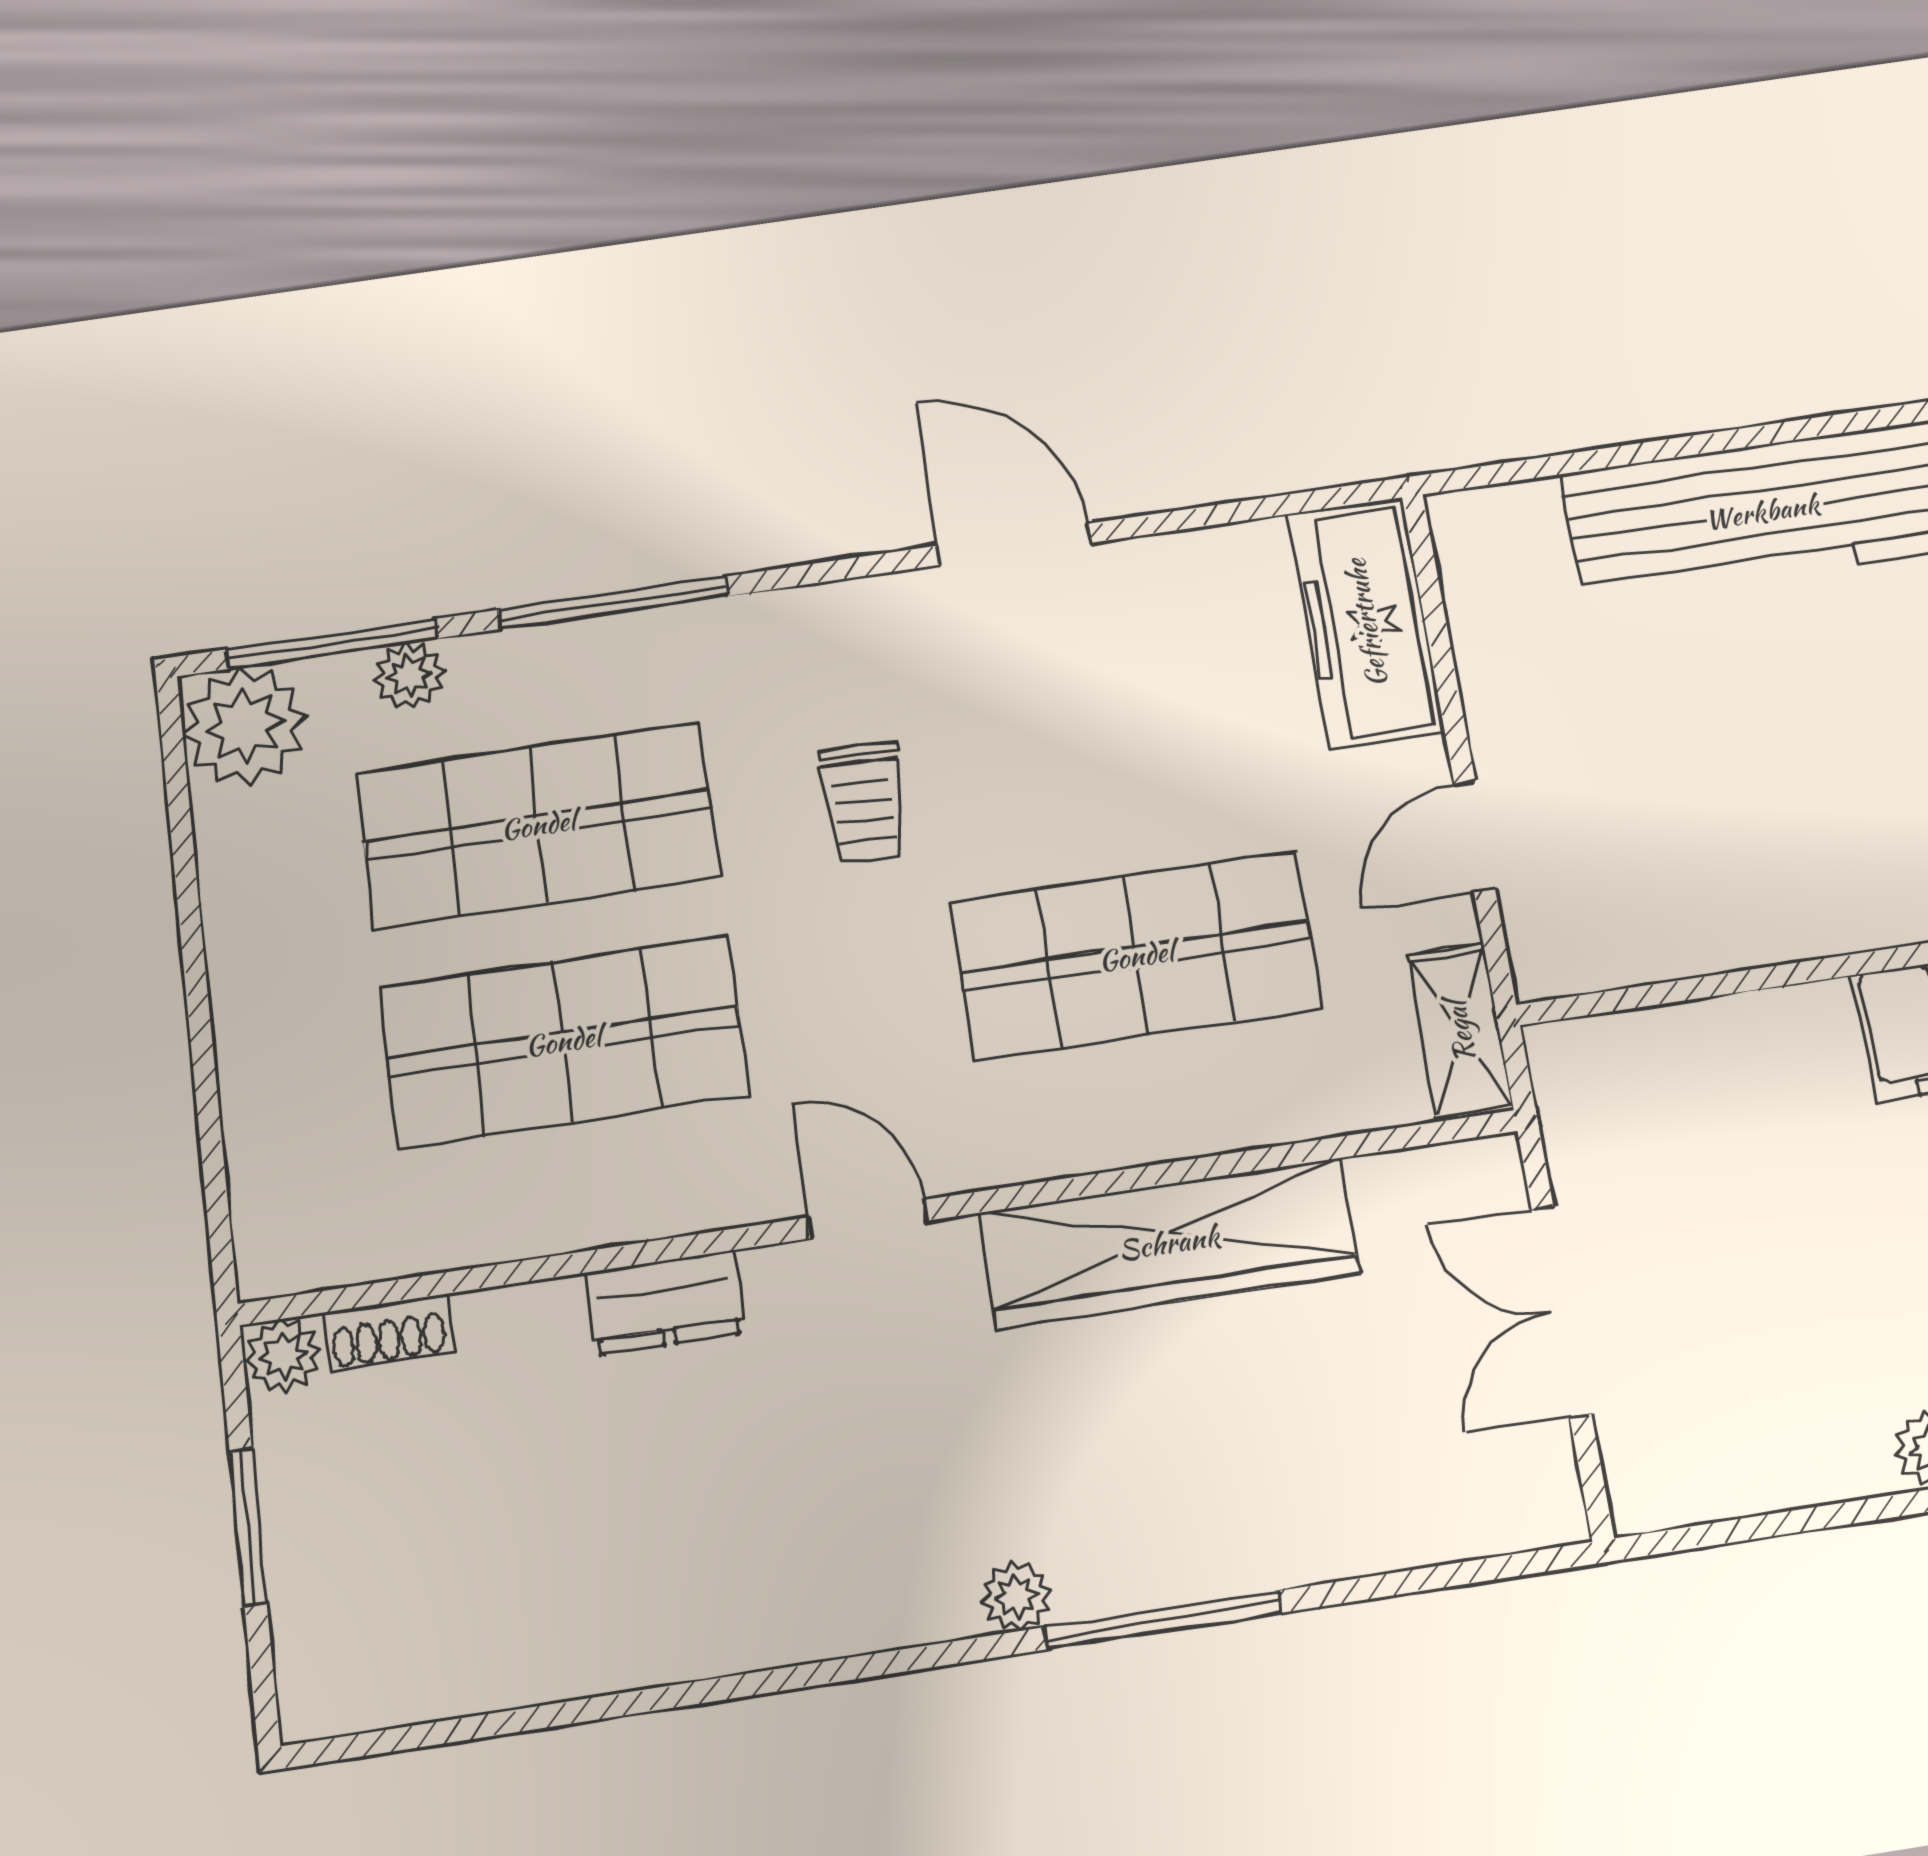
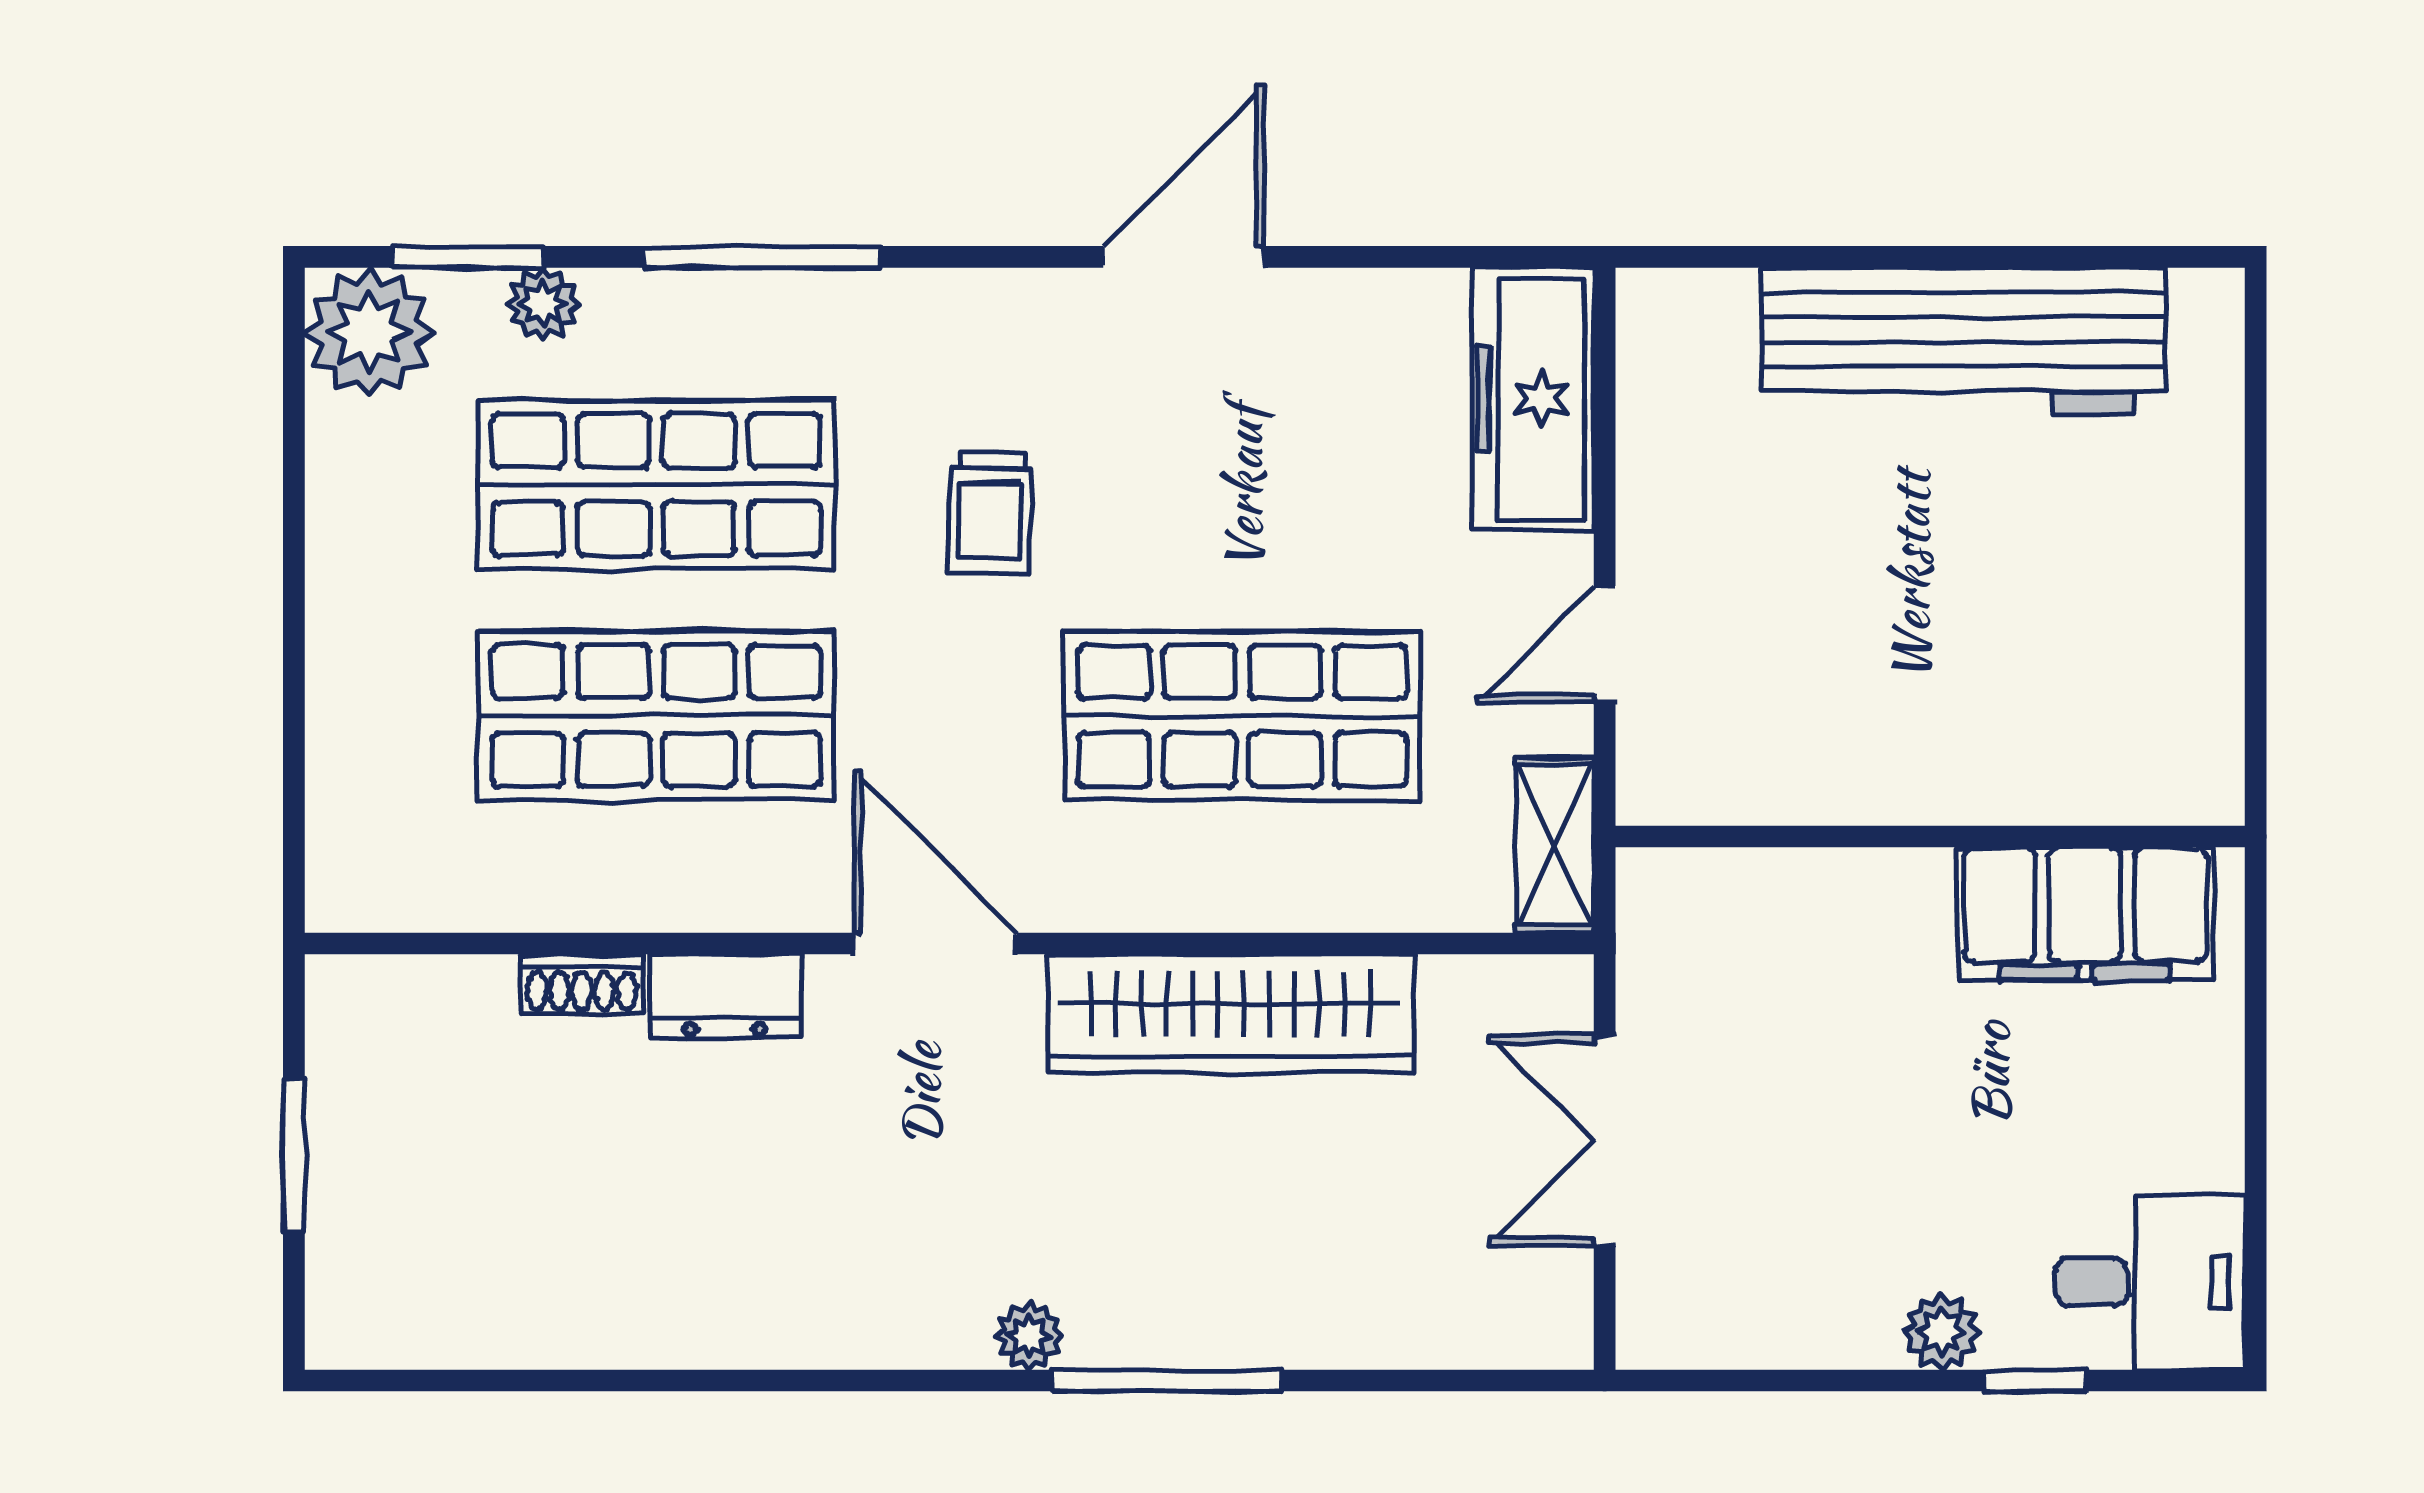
door: (1014, 544) -> (1184, 257), hinge flipped
window: (332, 644) -> (467, 257), width x0.69
door: (867, 1219) -> (935, 944), width x1.38
shoe rack: (388, 1332) -> (582, 984), moved
plant: (283, 1356) -> (345, 991), removed

